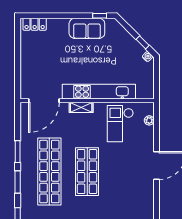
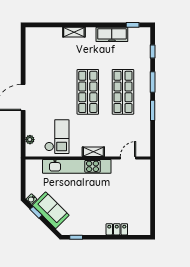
locker: (35, 24) -> (117, 229), moved
sofa: (87, 28) -> (51, 210), moved, turned 45
door: (44, 101) -> (128, 158), width x0.53
shop shelf: (49, 172) -> (123, 92), width x0.71

